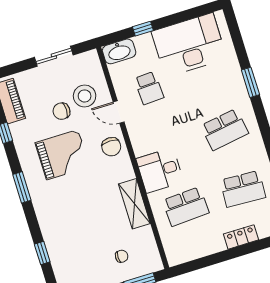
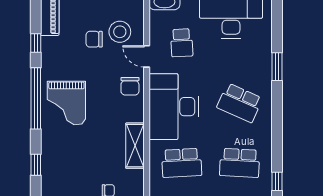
school desk: (225, 130) -> (240, 103), turned 33
grand piano: (62, 155) -> (66, 103), moved, turned 90
desk: (160, 170) -> (174, 107), width x1.87, depth x1.30
window: (22, 187) -> (36, 98), width x2.11

